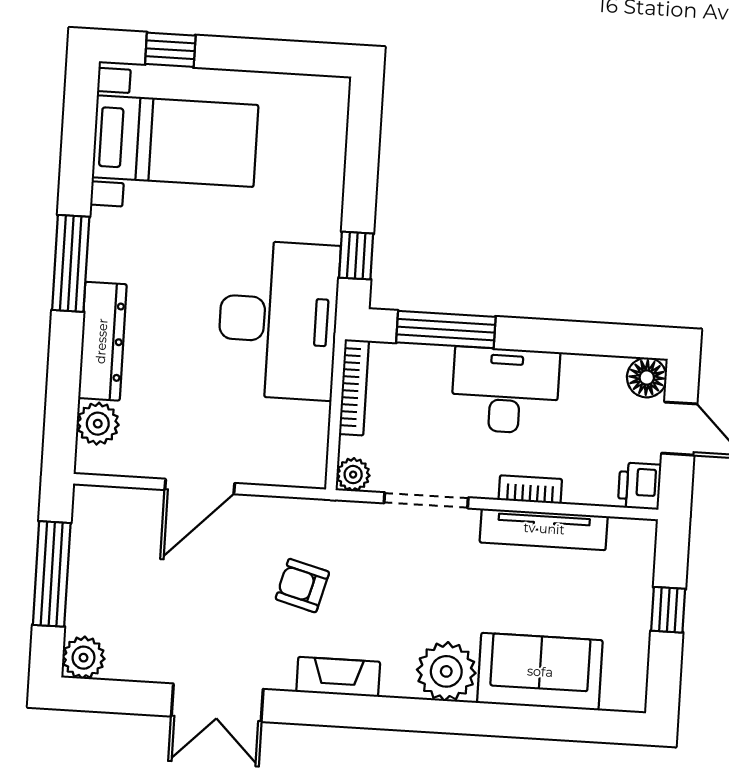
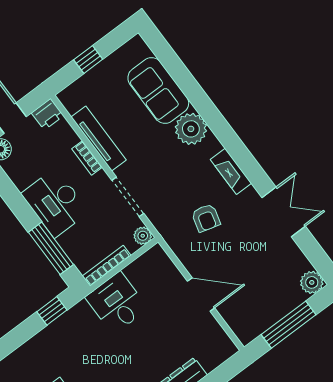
desk: (278, 320) -> (117, 303), width x0.53, depth x0.77
plant: (98, 424) -> (211, 358), removed

